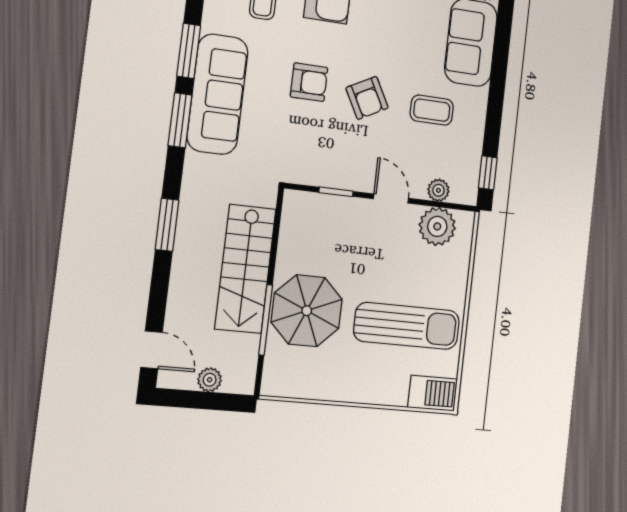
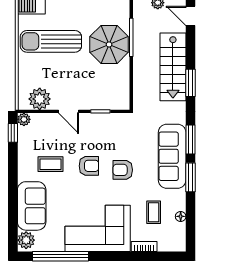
armchair: (367, 98) -> (89, 166), turned 118
plant: (438, 190) -> (24, 119), moved
stairs: (245, 269) -> (173, 67), moved, turned 180

